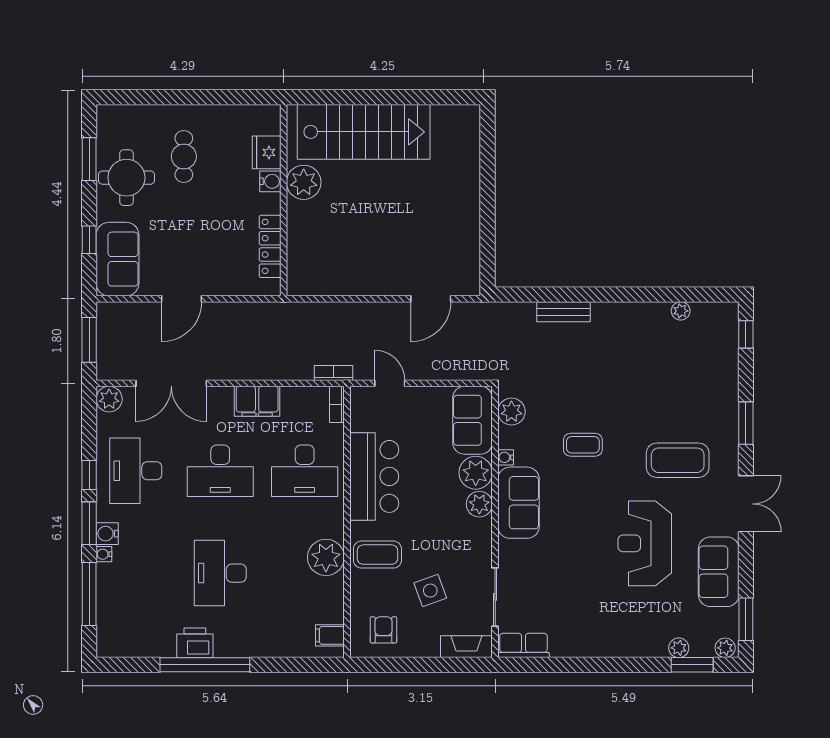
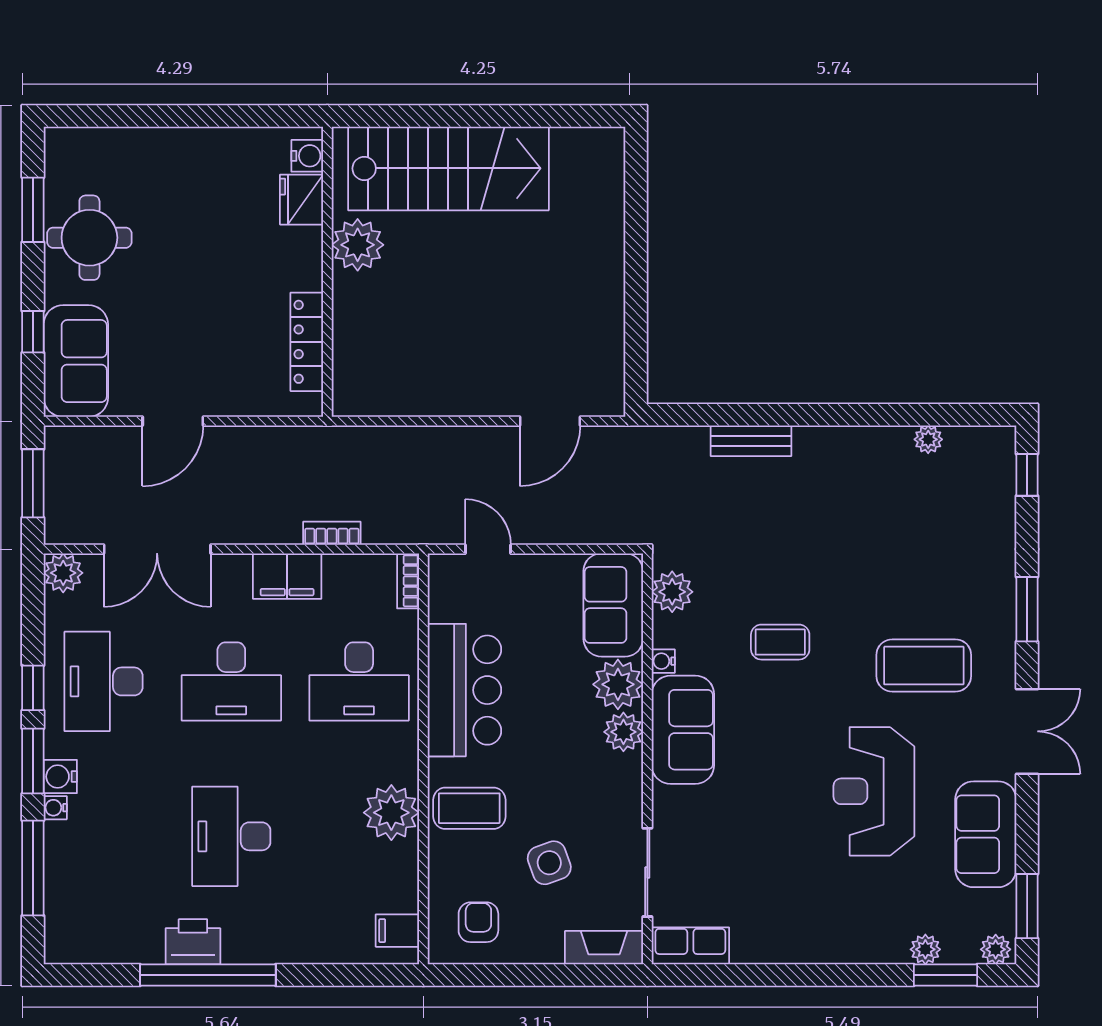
cafe table: (184, 156) -> (176, 206), removed
water cooler: (270, 181) -> (307, 156), moved
bookcase: (334, 373) -> (332, 533), moved

